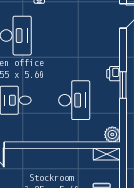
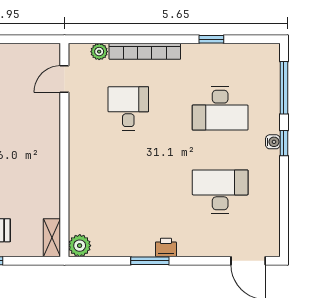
desk: (74, 100) -> (220, 192), moved, turned 180

